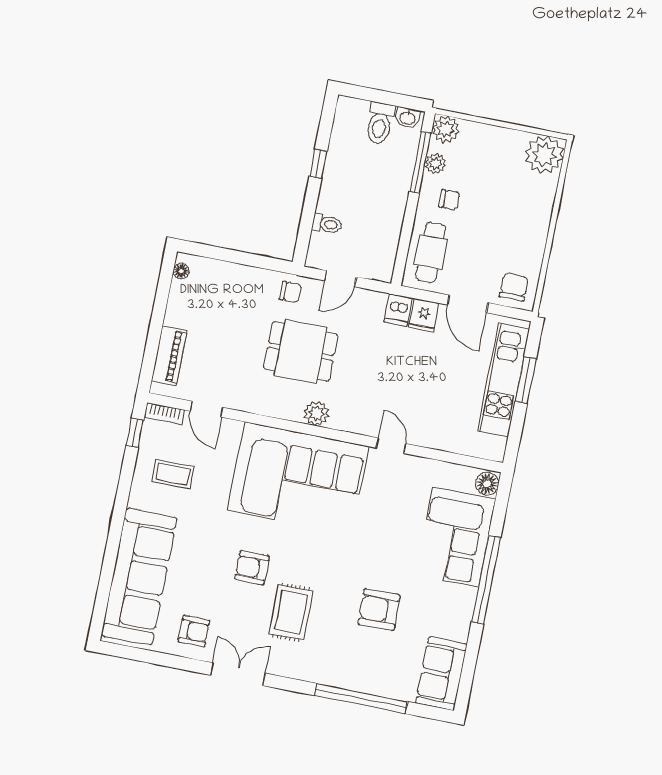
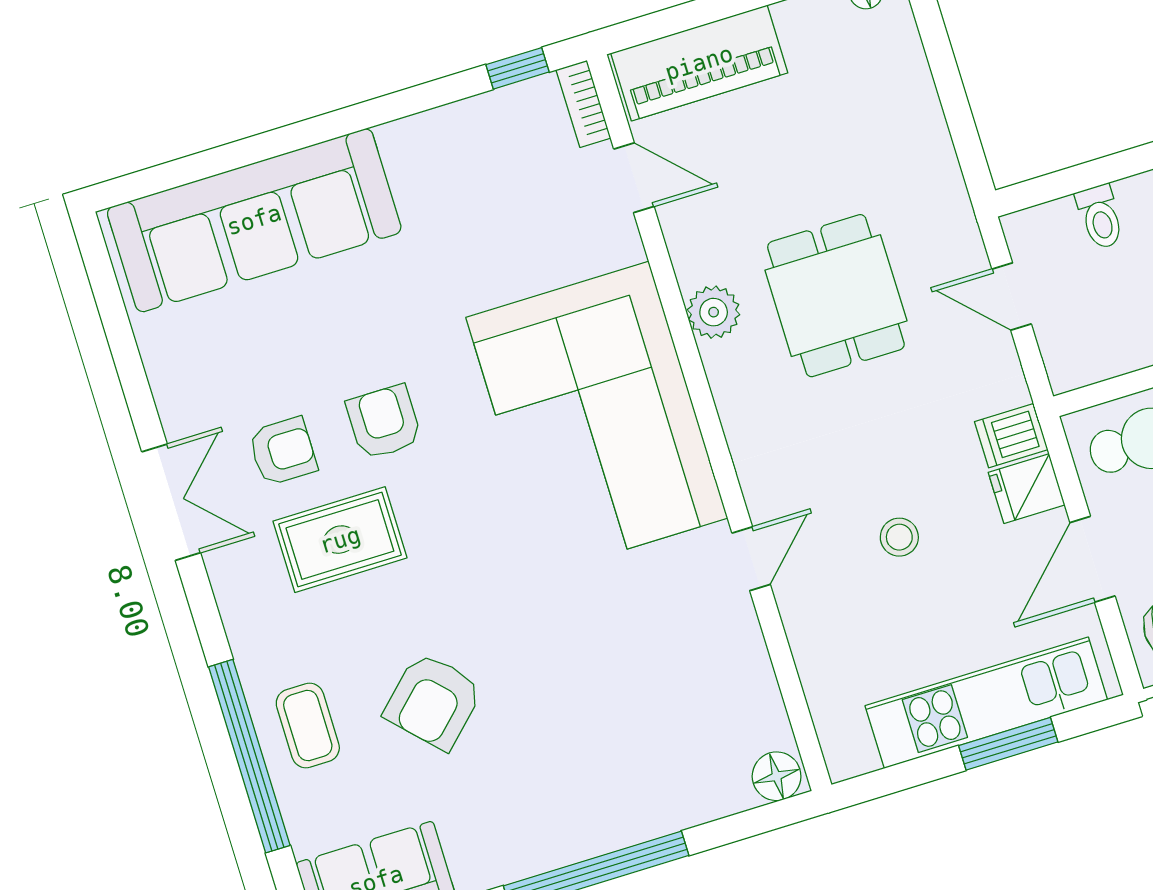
chair: (290, 292) -> (937, 217), removed
piano: (169, 355) -> (699, 63), width x1.37, depth x1.33
stool: (415, 379) -> (899, 537), added
door: (206, 409) -> (634, 178), swing flipped
plant: (316, 413) -> (714, 312), moved
coffee table: (173, 474) -> (308, 726), moved
corner sofa: (456, 537) -> (646, 771), removed
armchair: (379, 610) -> (433, 701), turned -133
armchair: (194, 631) -> (283, 451), moved, turned -90

